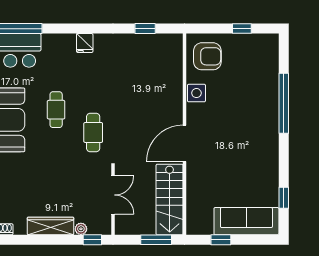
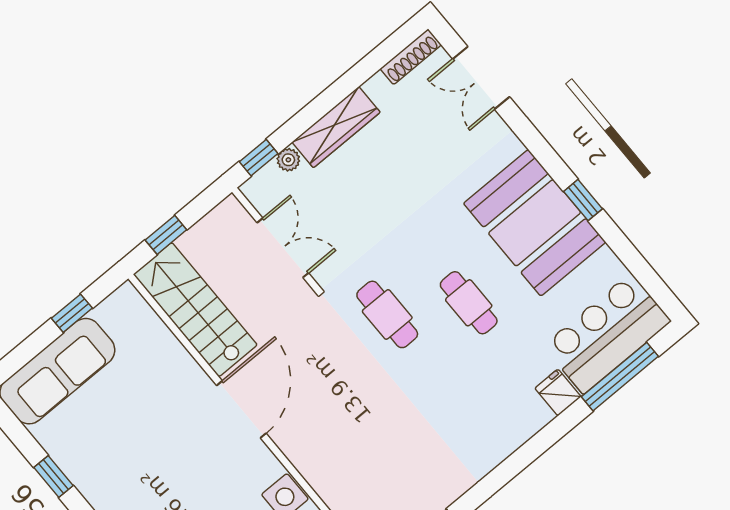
fridge: (85, 43) -> (558, 392), moved
double door: (113, 195) -> (283, 248), swing flipped
window: (284, 198) -> (53, 476), moved
window: (156, 240) -> (166, 235), width x0.67

